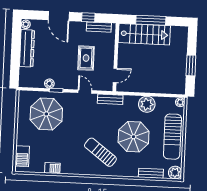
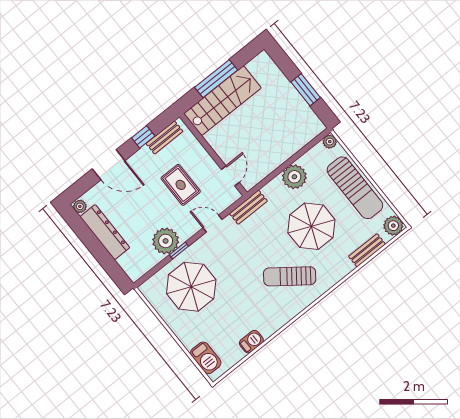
plant: (49, 84) -> (166, 241), width x1.87, depth x1.87

